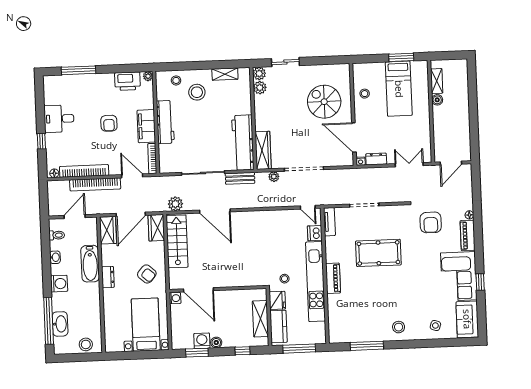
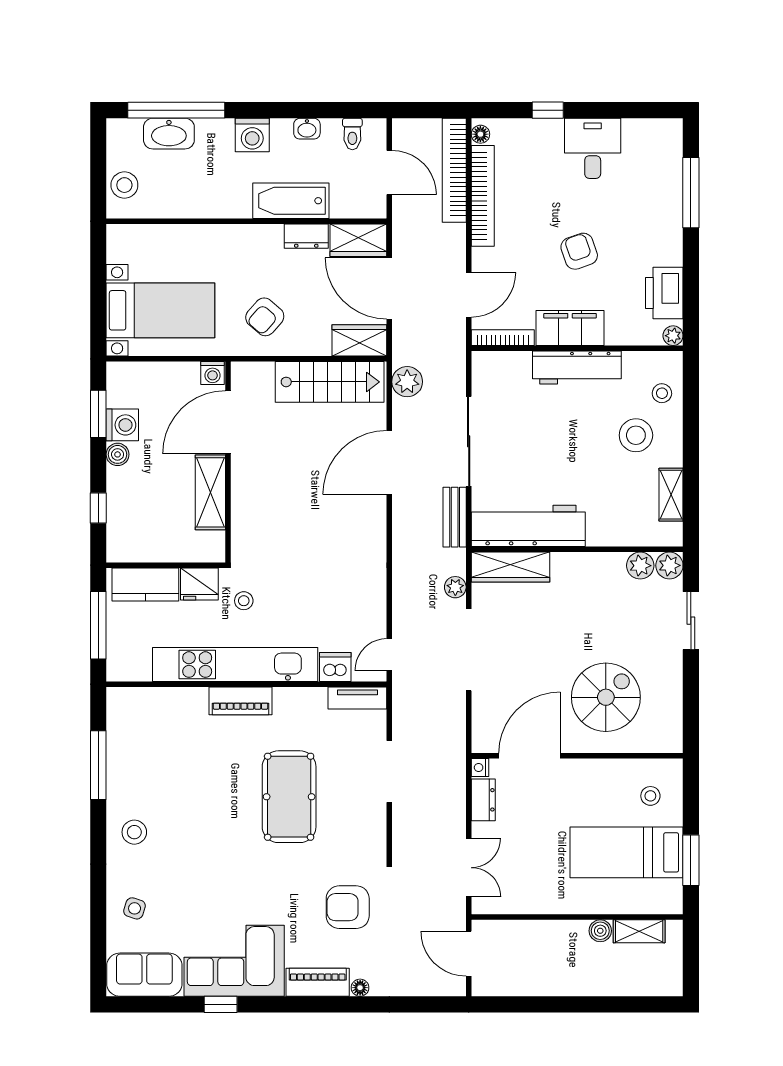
stool: (365, 94) -> (650, 796), moved
armchair: (109, 123) -> (579, 251), turned 71
bookcase: (95, 184) -> (454, 170), moved
dresser: (108, 277) -> (306, 236), moved
shelving: (260, 319) -> (210, 492), moved, turned 90

